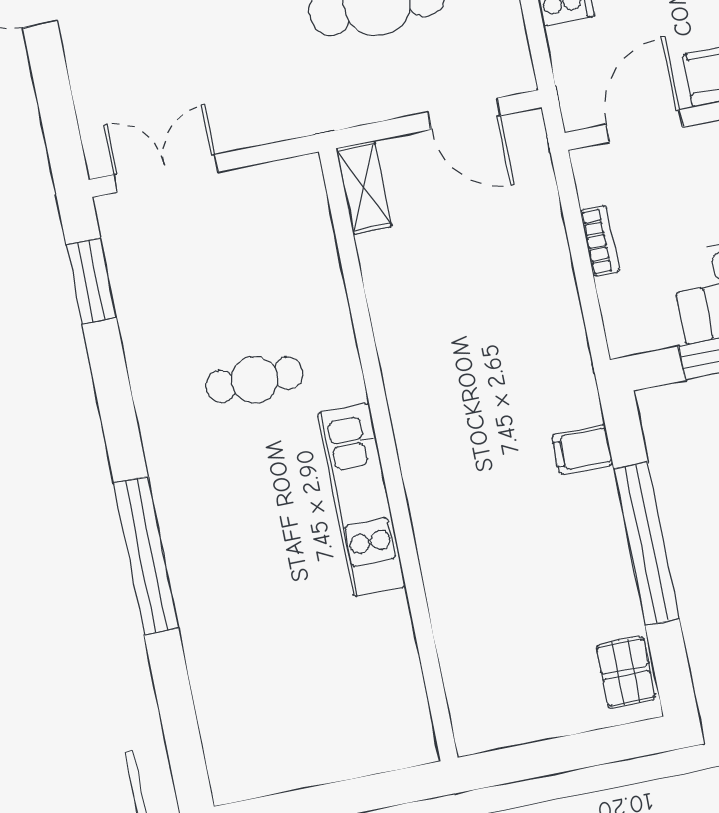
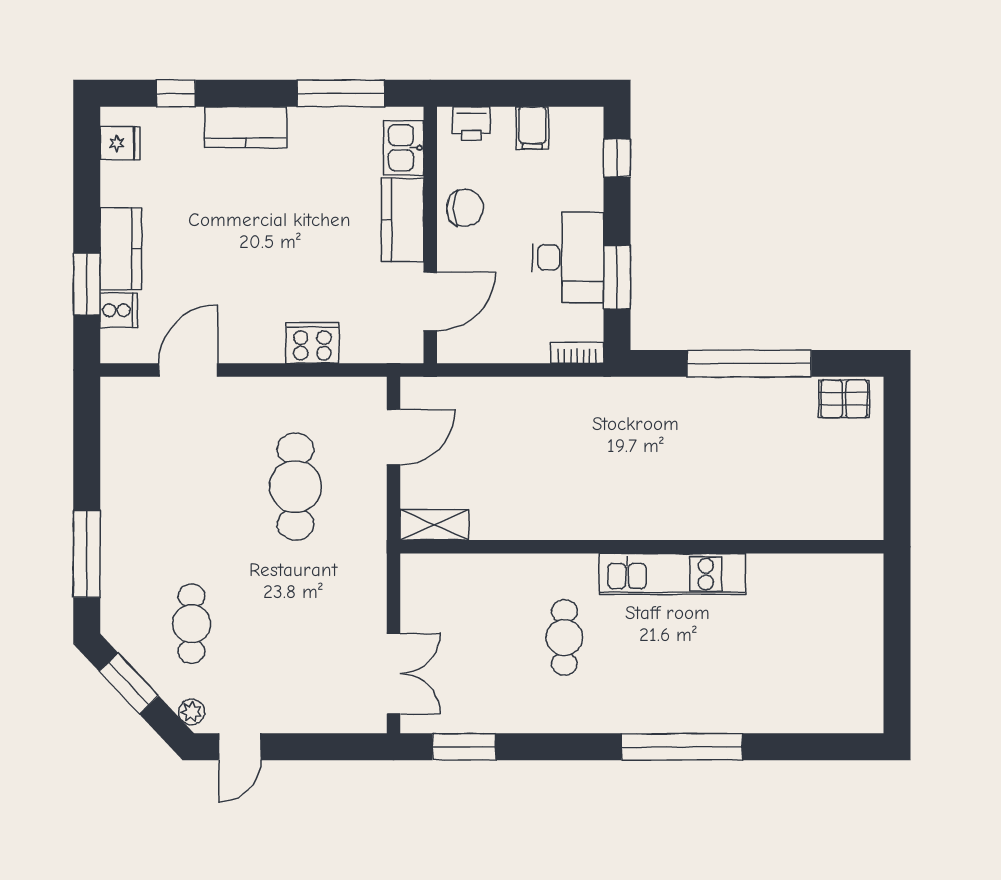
door: (644, 126) -> (430, 301), swing flipped
double door: (166, 173) -> (394, 674), swing flipped
bookcase: (600, 241) -> (577, 353), moved
filing cabinet: (582, 450) -> (668, 398), removed

